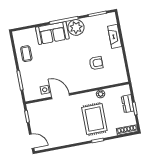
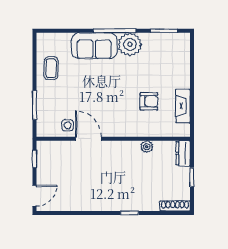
fireplace: (115, 36) -> (183, 106), moved
dresser: (128, 104) -> (183, 153), moved
rug: (94, 119) -> (131, 181), removed
door: (32, 141) -> (34, 196), hinge flipped

